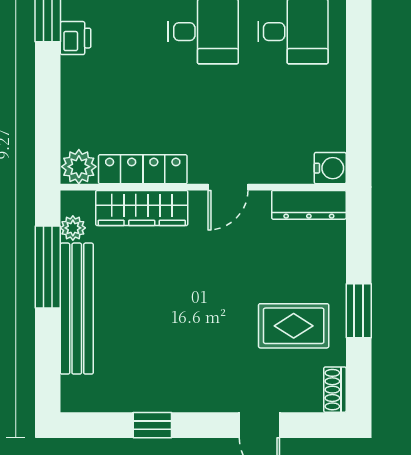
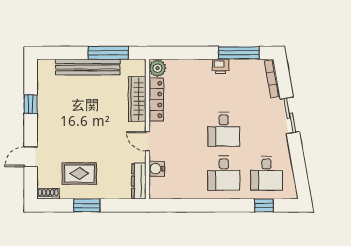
water cooler: (330, 168) -> (157, 169), moved, turned 90
plant: (73, 228) -> (127, 65), removed
rug: (294, 326) -> (79, 174), turned 90

